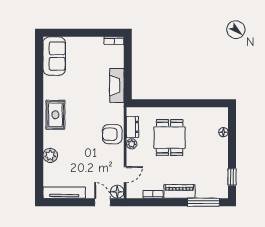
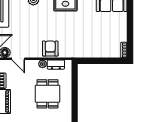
fireplace: (117, 85) -> (89, 52), removed
dining table: (170, 138) -> (48, 94), turned 90

